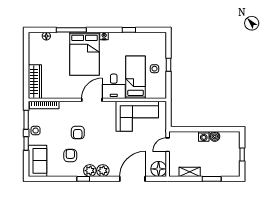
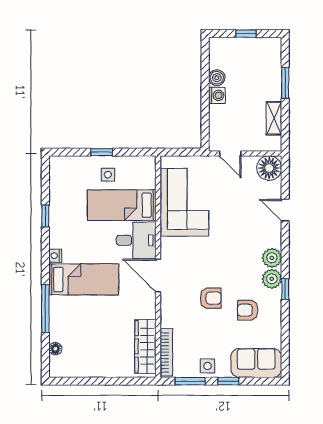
bed: (85, 54) -> (84, 279), width x0.67
wardrobe: (35, 82) -> (145, 346), moved, turned -90
door: (132, 179) -> (285, 210), width x0.53

